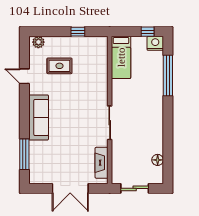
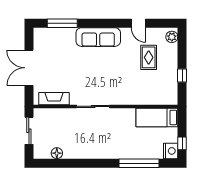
door: (24, 76) -> (138, 23), swing flipped

